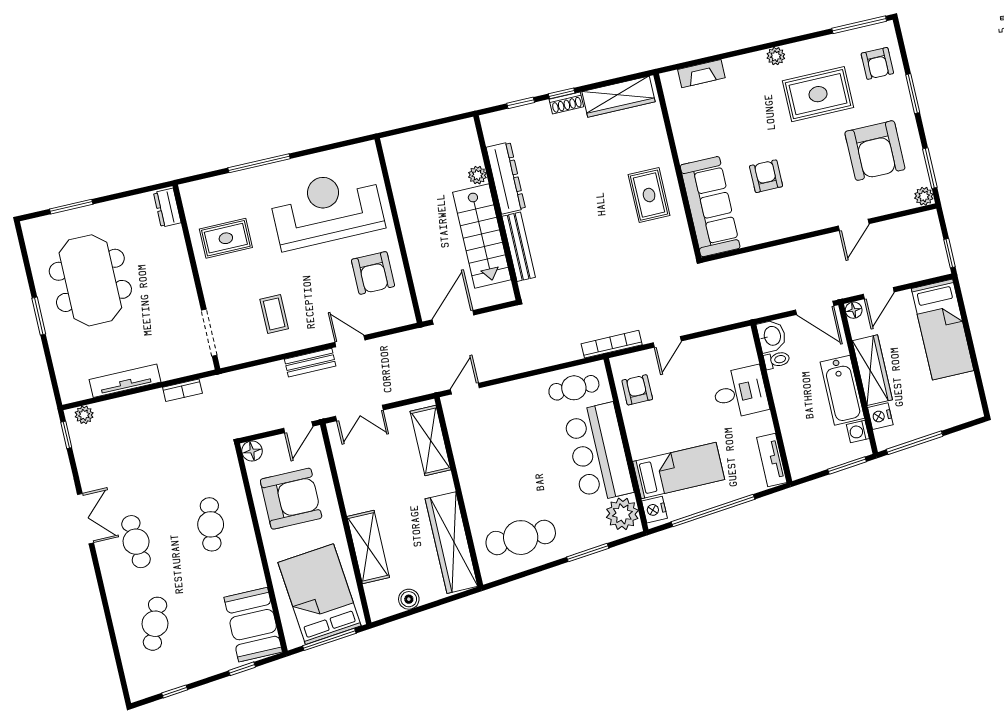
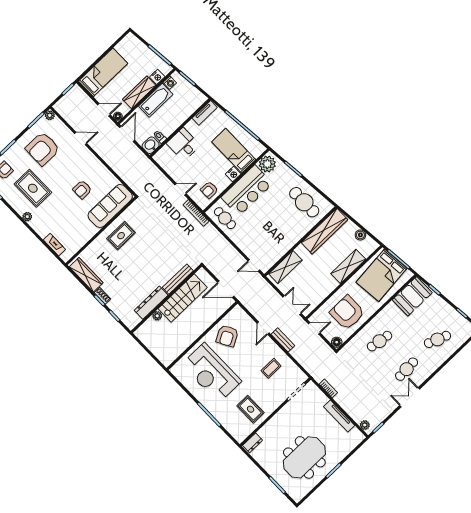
armchair: (875, 151) -> (43, 149), turned 180
armchair: (373, 273) -> (227, 336), turned 151
nightstand: (655, 510) -> (233, 174), moved

